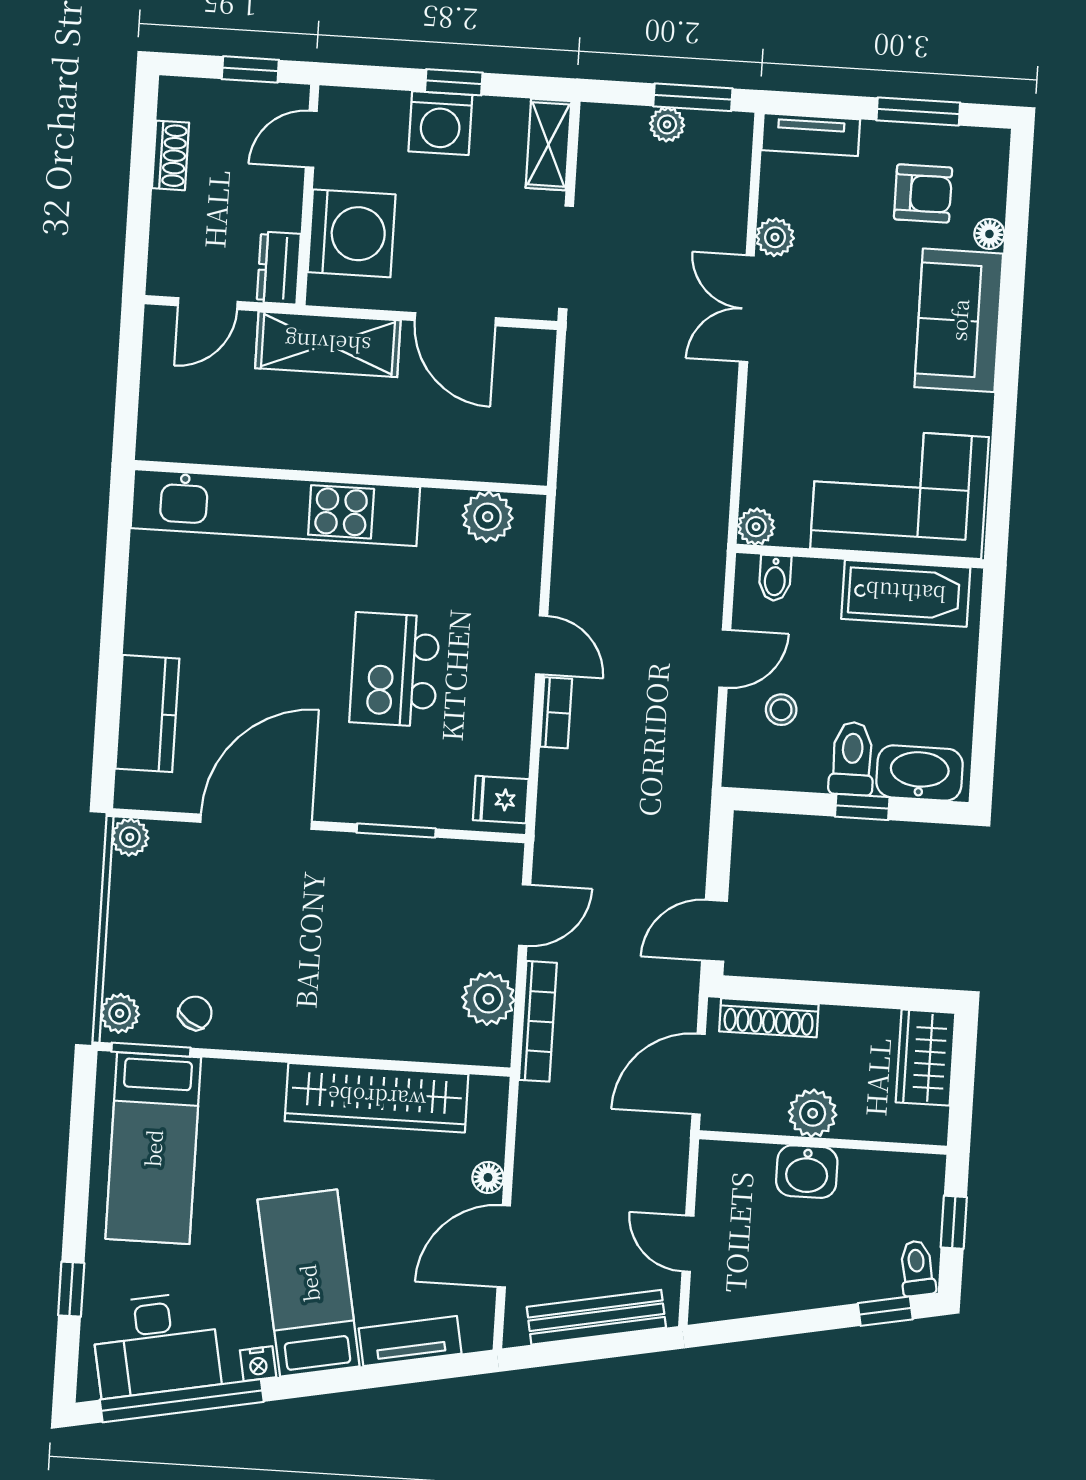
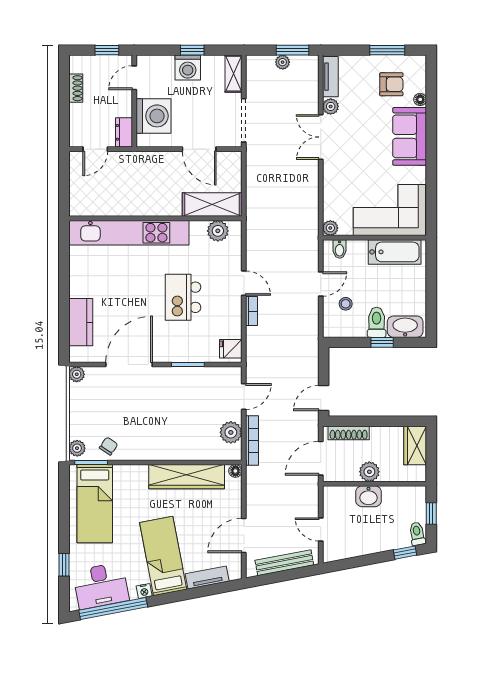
tv unit: (811, 135) -> (330, 77), moved, turned -90
shelving: (328, 344) -> (212, 205), moved
floor lamp: (488, 1178) -> (235, 471), moved

